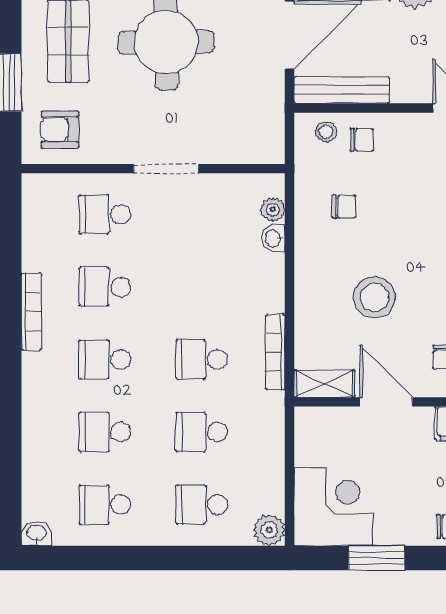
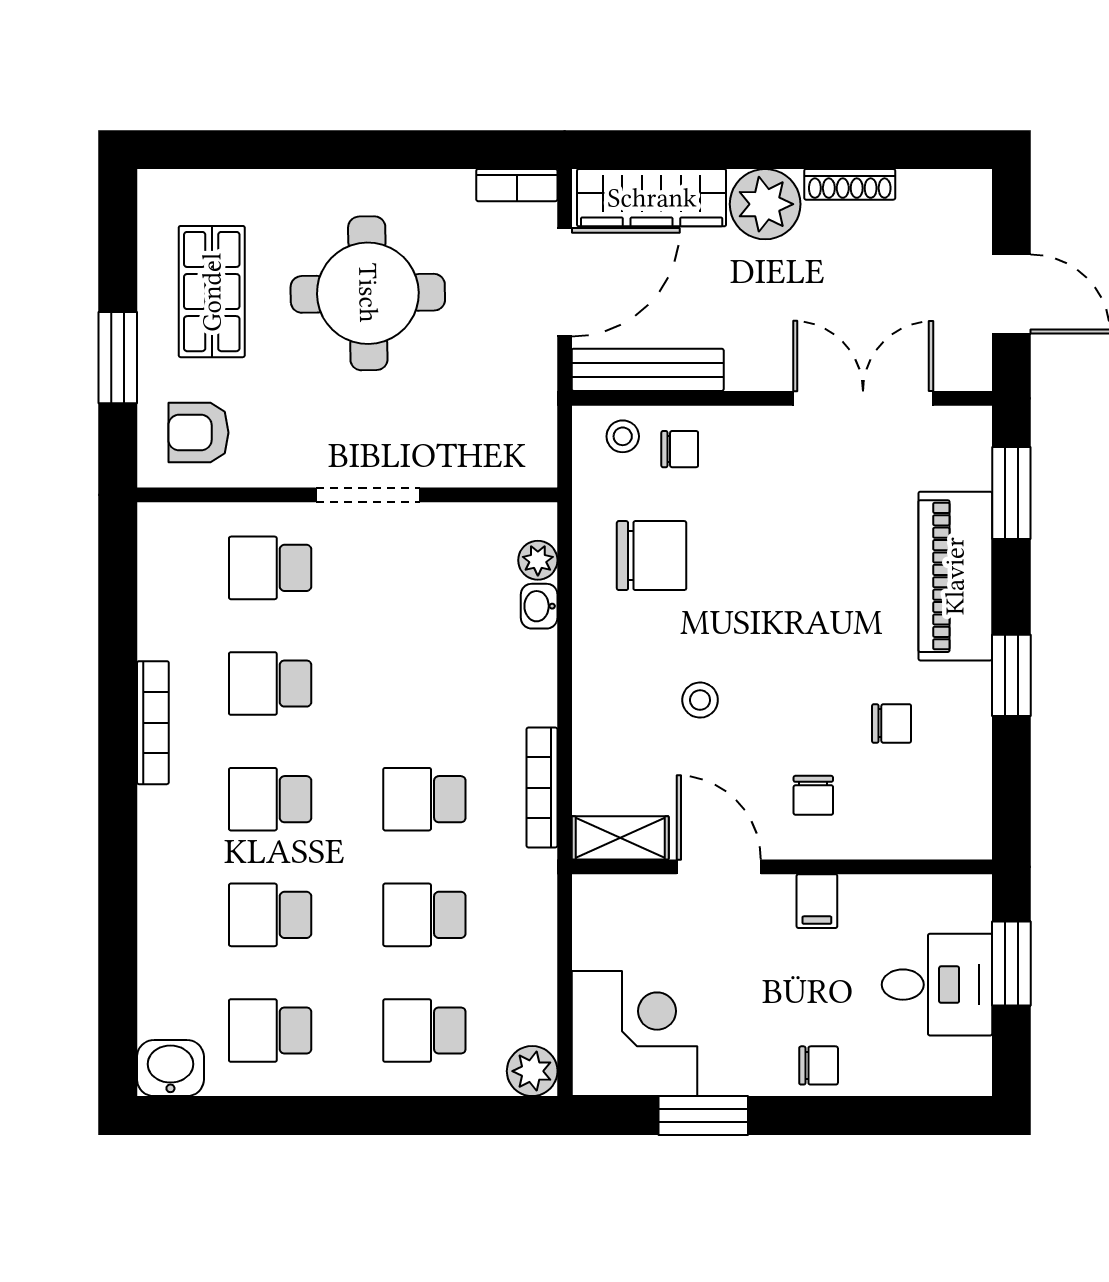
chair: (344, 207) -> (652, 556), width x1.87, depth x1.87
stool: (375, 297) -> (700, 700), width x0.53, depth x0.53
washbasin: (37, 534) -> (170, 1068), width x1.38, depth x1.45

